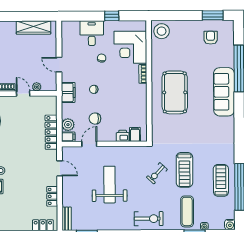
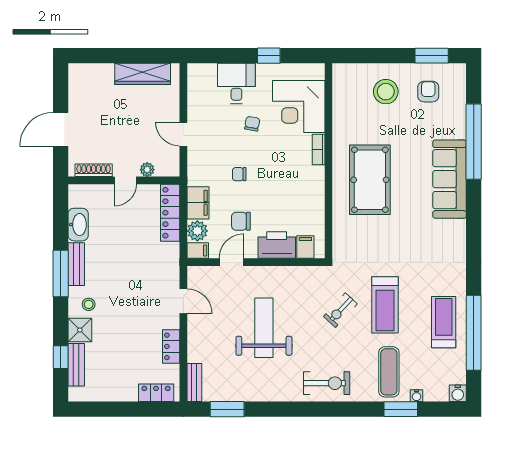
stool: (162, 31) -> (386, 92), moved
filing cabinet: (68, 92) -> (198, 203), moved
door: (23, 94) -> (125, 180), swing flipped
locker: (51, 132) -> (170, 213), moved
printer: (123, 136) -> (277, 245), width x1.87, depth x1.48

